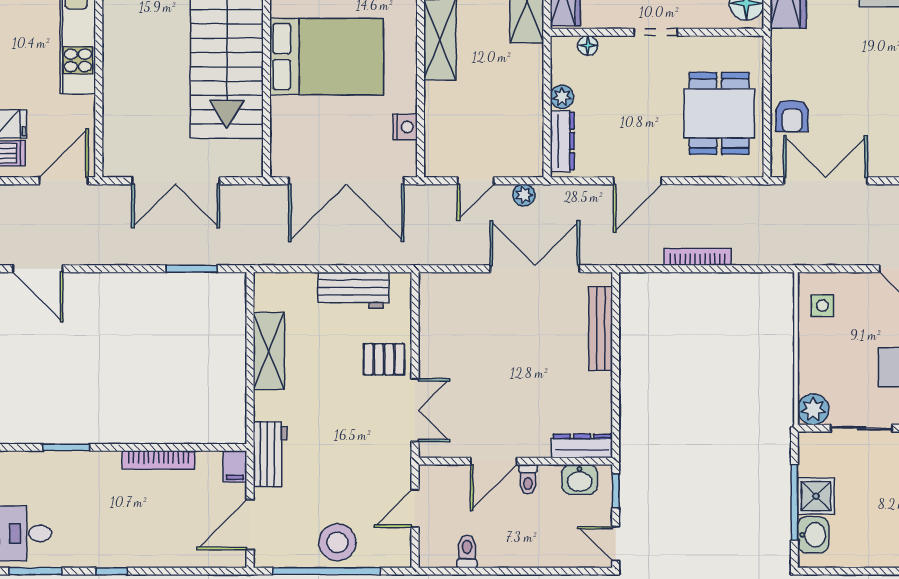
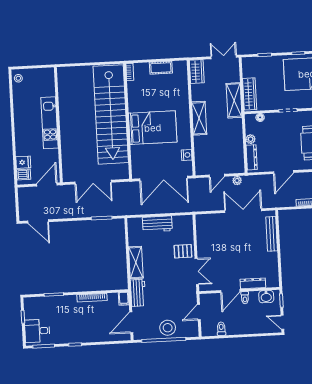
workbench: (353, 290) -> (157, 224), moved
shelving: (269, 351) -> (136, 263), moved
dresser: (582, 446) -> (253, 283), moved

